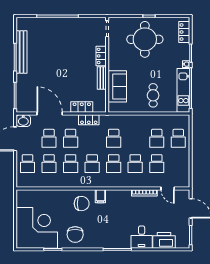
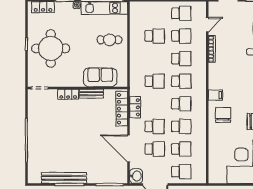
locker: (82, 107) -> (122, 109), width x1.53
door: (50, 114) -> (129, 148), hinge flipped
school desk: (178, 138) -> (181, 13), moved

